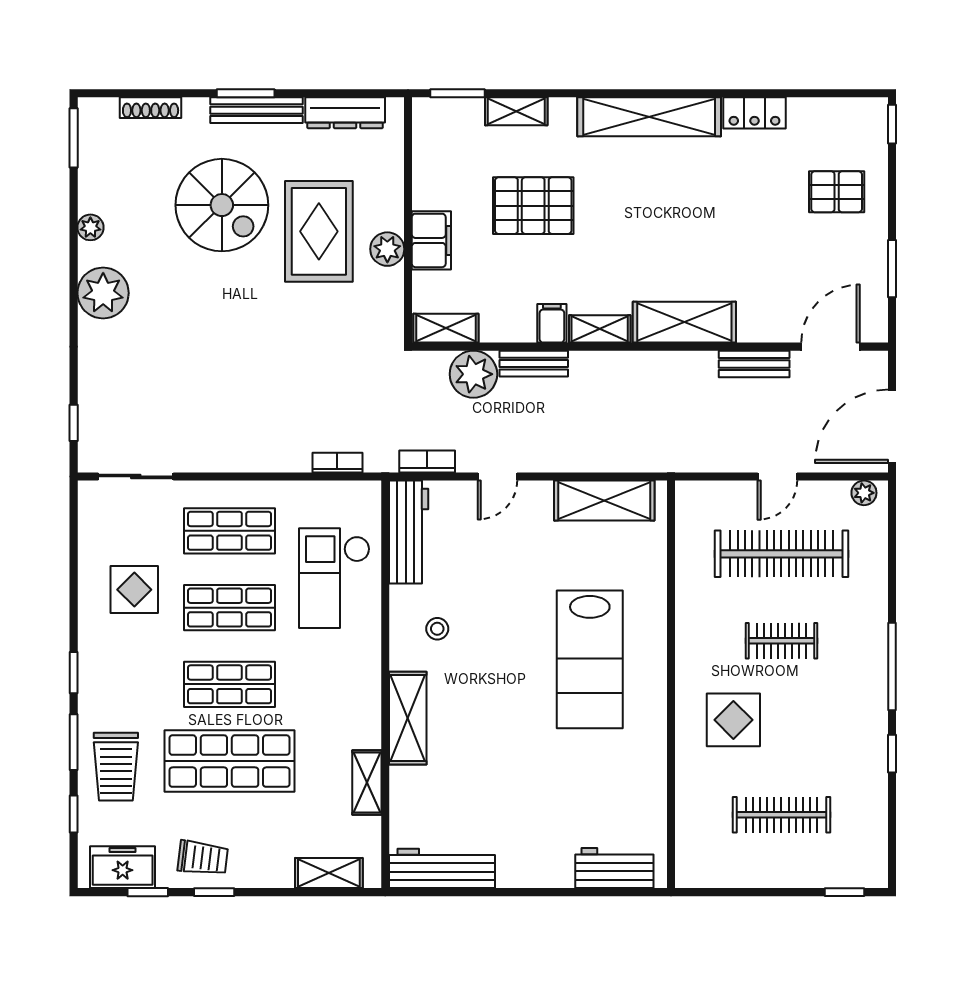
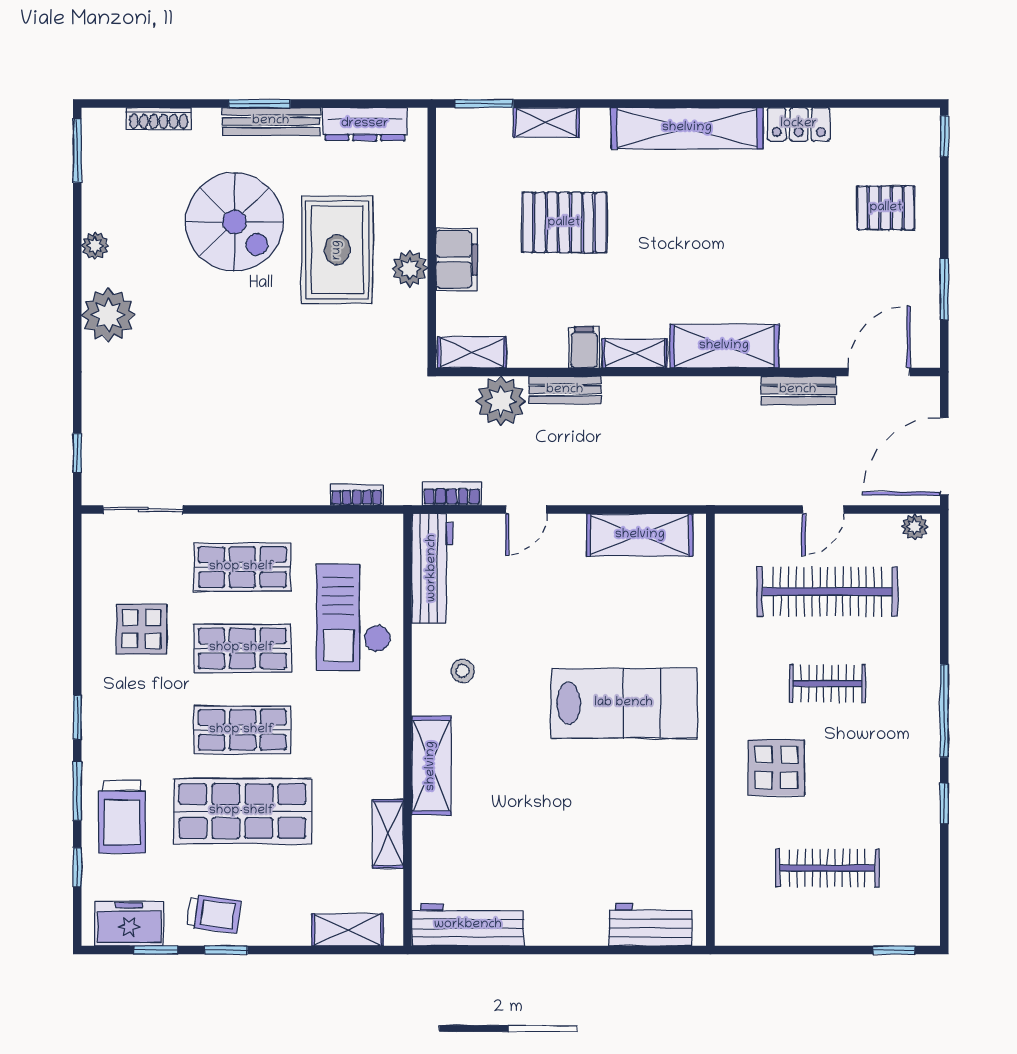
lab bench: (590, 659) -> (624, 703), turned -90

